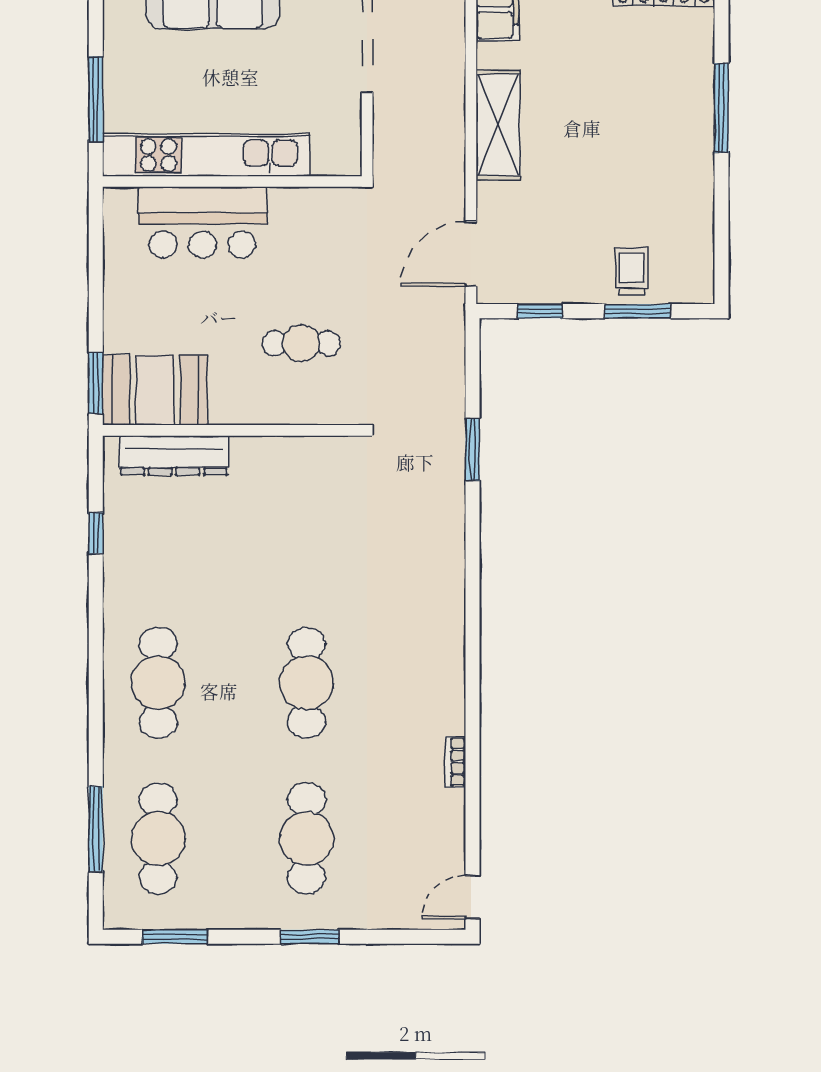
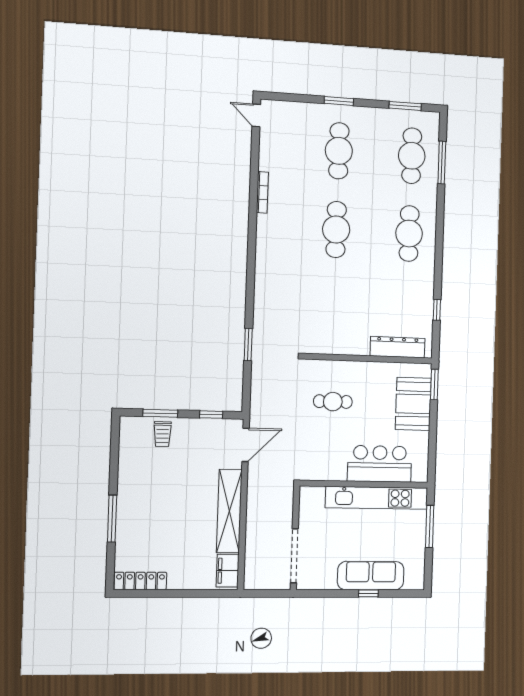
shelving: (498, 125) -> (229, 511), width x1.47
booth: (155, 390) -> (413, 404), moved, turned 90
bookcase: (455, 762) -> (262, 192), width x1.56
door: (473, 897) -> (256, 115), swing flipped

